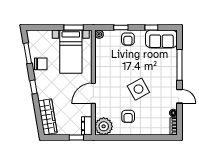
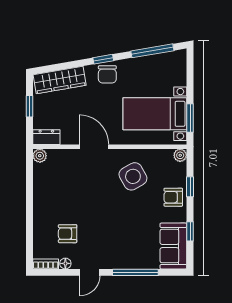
window: (28, 53) -> (152, 51), width x1.44
chair: (41, 64) -> (107, 74), moved
side table: (138, 89) -> (133, 176), moved
armchair: (128, 116) -> (68, 234), moved
plant: (104, 126) -> (40, 156), width x0.53, depth x0.53
window: (76, 138) -> (29, 106), moved

